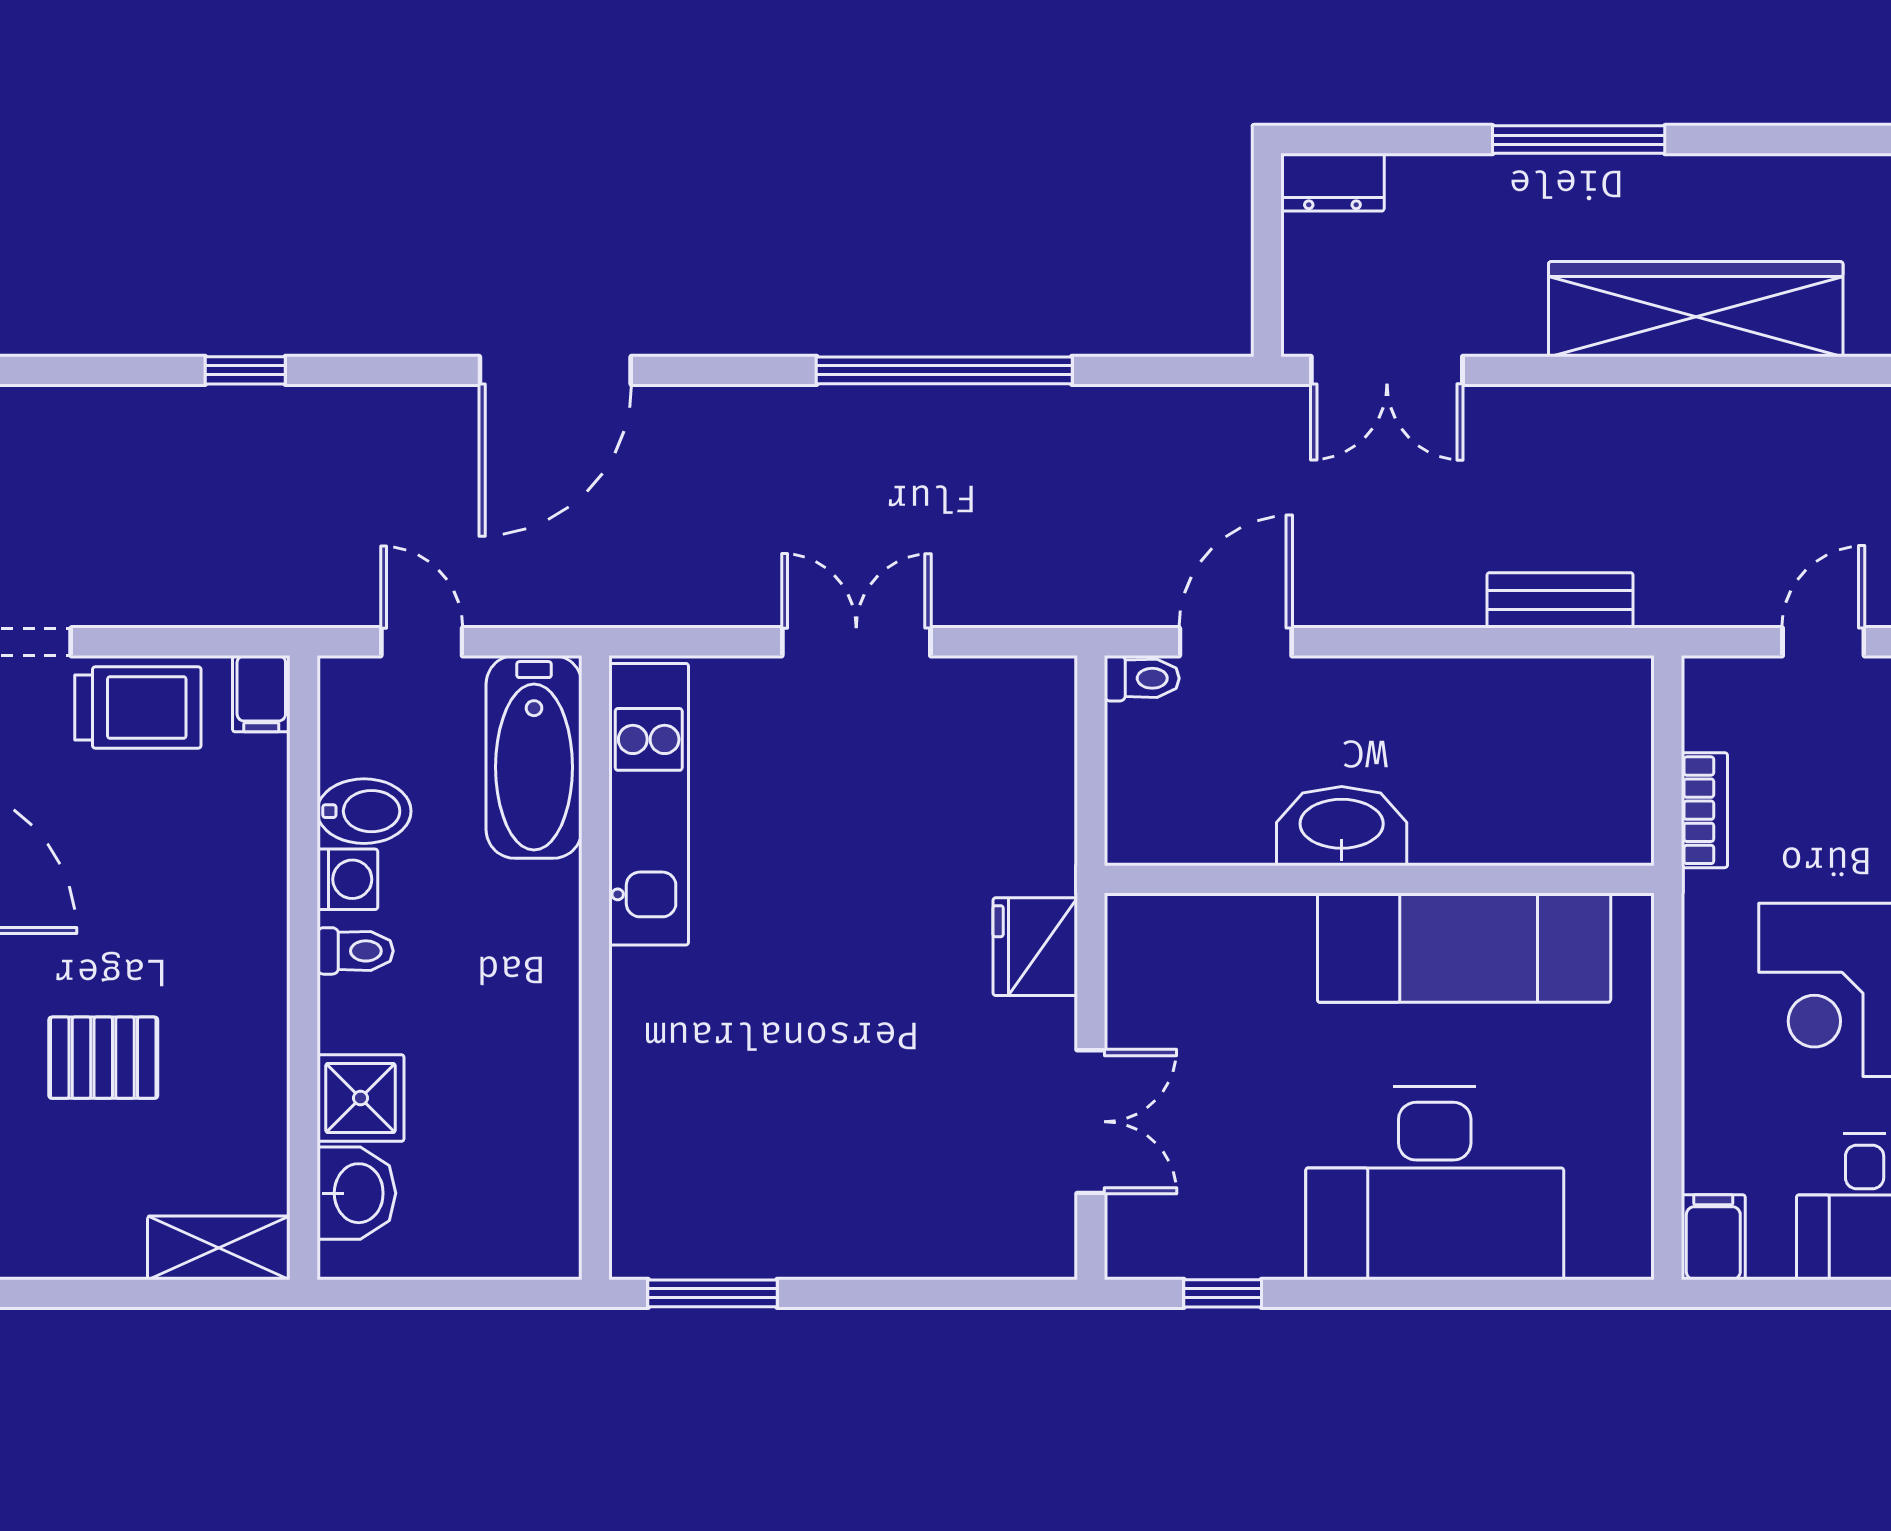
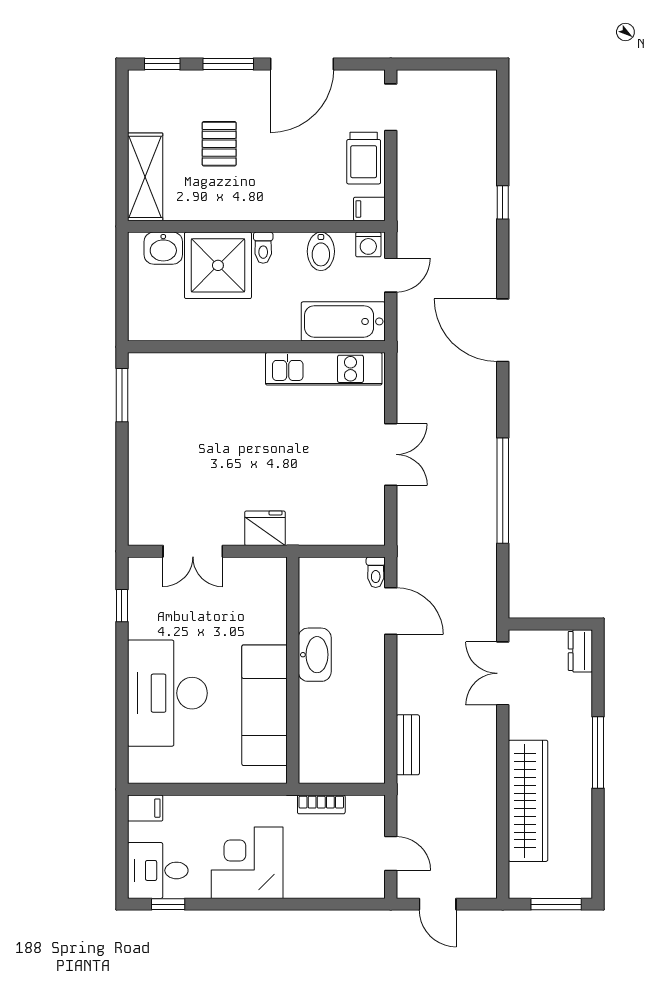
washing machine: (347, 879) -> (368, 244), moved
shower: (361, 1098) -> (218, 265), width x1.86, depth x1.86
shelving: (219, 1248) -> (145, 177), width x1.50, depth x1.33

